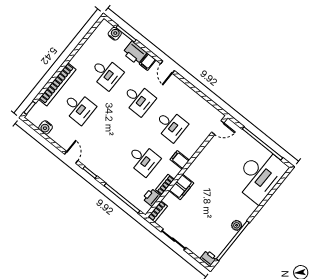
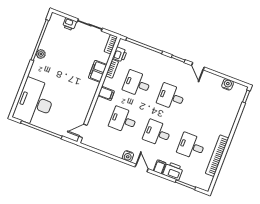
water cooler: (115, 34) -> (128, 156), moved
bookcase: (57, 84) -> (217, 156), moved
desk: (79, 108) -> (171, 97), moved
printer: (208, 258) -> (70, 24), moved

